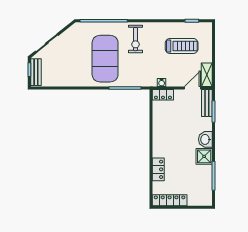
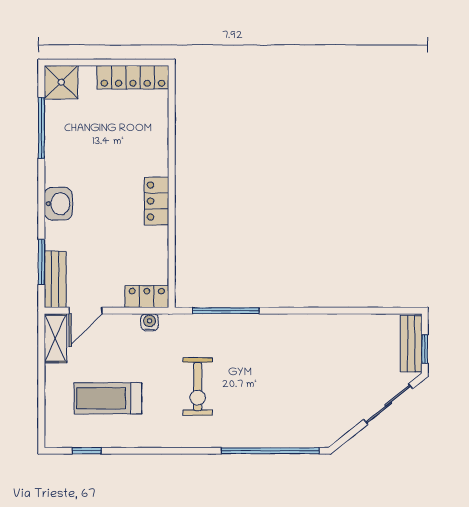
exercise bike: (135, 39) -> (198, 387), moved, turned 180
exercise mat: (105, 59) -> (267, 372), removed
shower: (204, 156) -> (61, 82), moved
locker: (158, 169) -> (157, 201), moved

